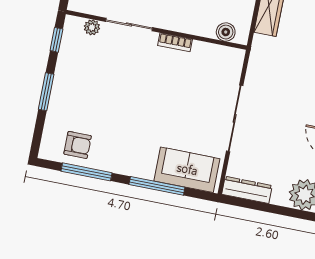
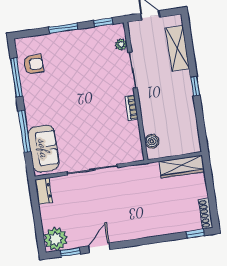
armchair: (78, 145) -> (34, 64), turned -90
dresser: (247, 190) -> (44, 191), width x0.70

